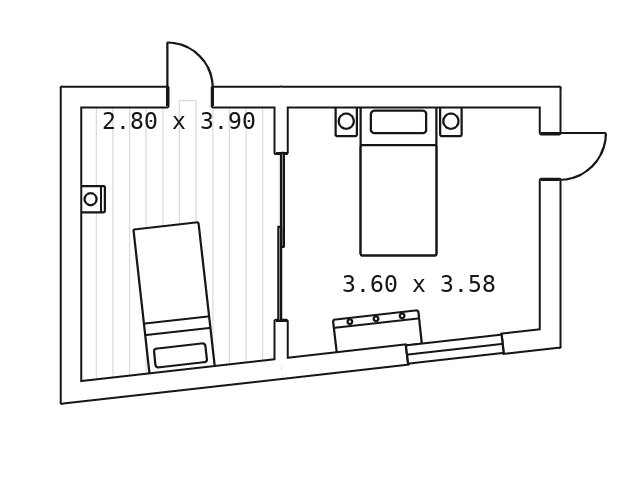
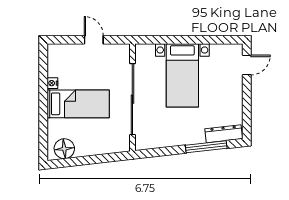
bed: (174, 298) -> (78, 104), moved, turned 96
dresser: (377, 332) -> (224, 134), moved
floor lamp: (120, 354) -> (64, 149), added

